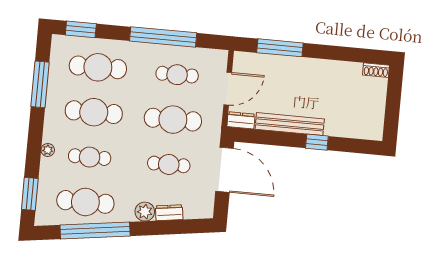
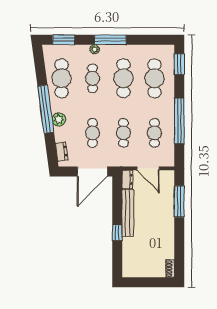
window: (40, 84) -> (110, 40), moved
cafe table: (173, 120) -> (123, 133), width x0.73, depth x0.74
dresser: (169, 213) -> (62, 152), moved
window: (95, 231) -> (46, 109), moved

